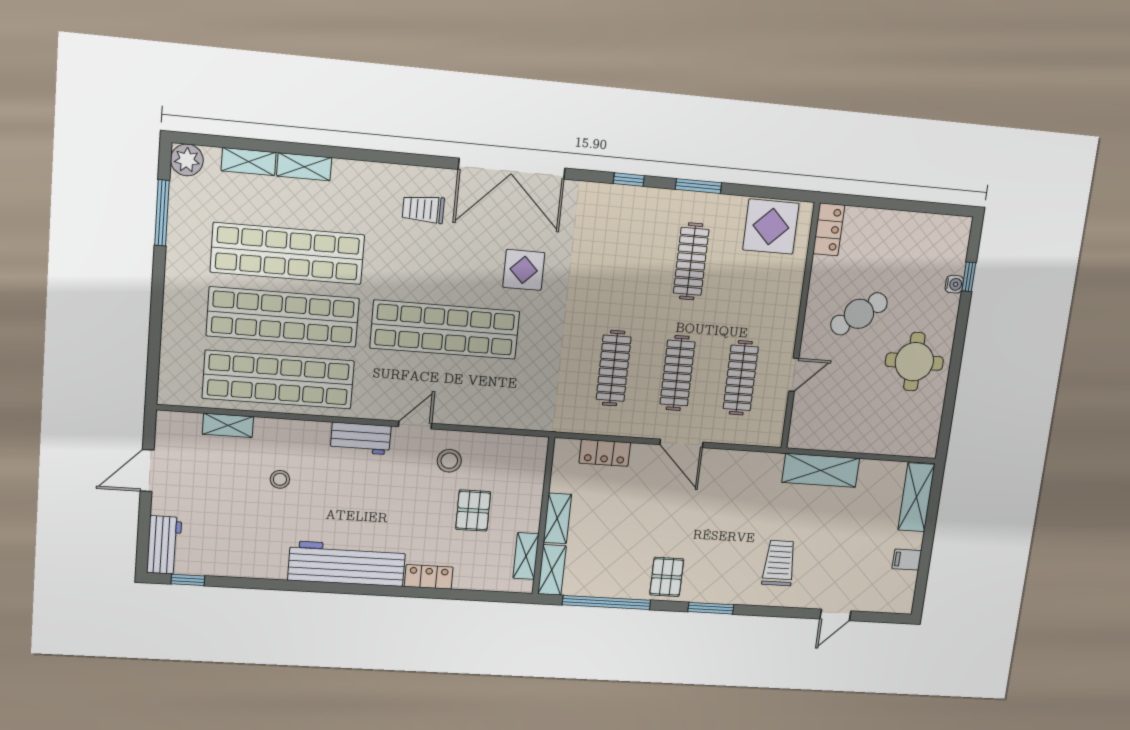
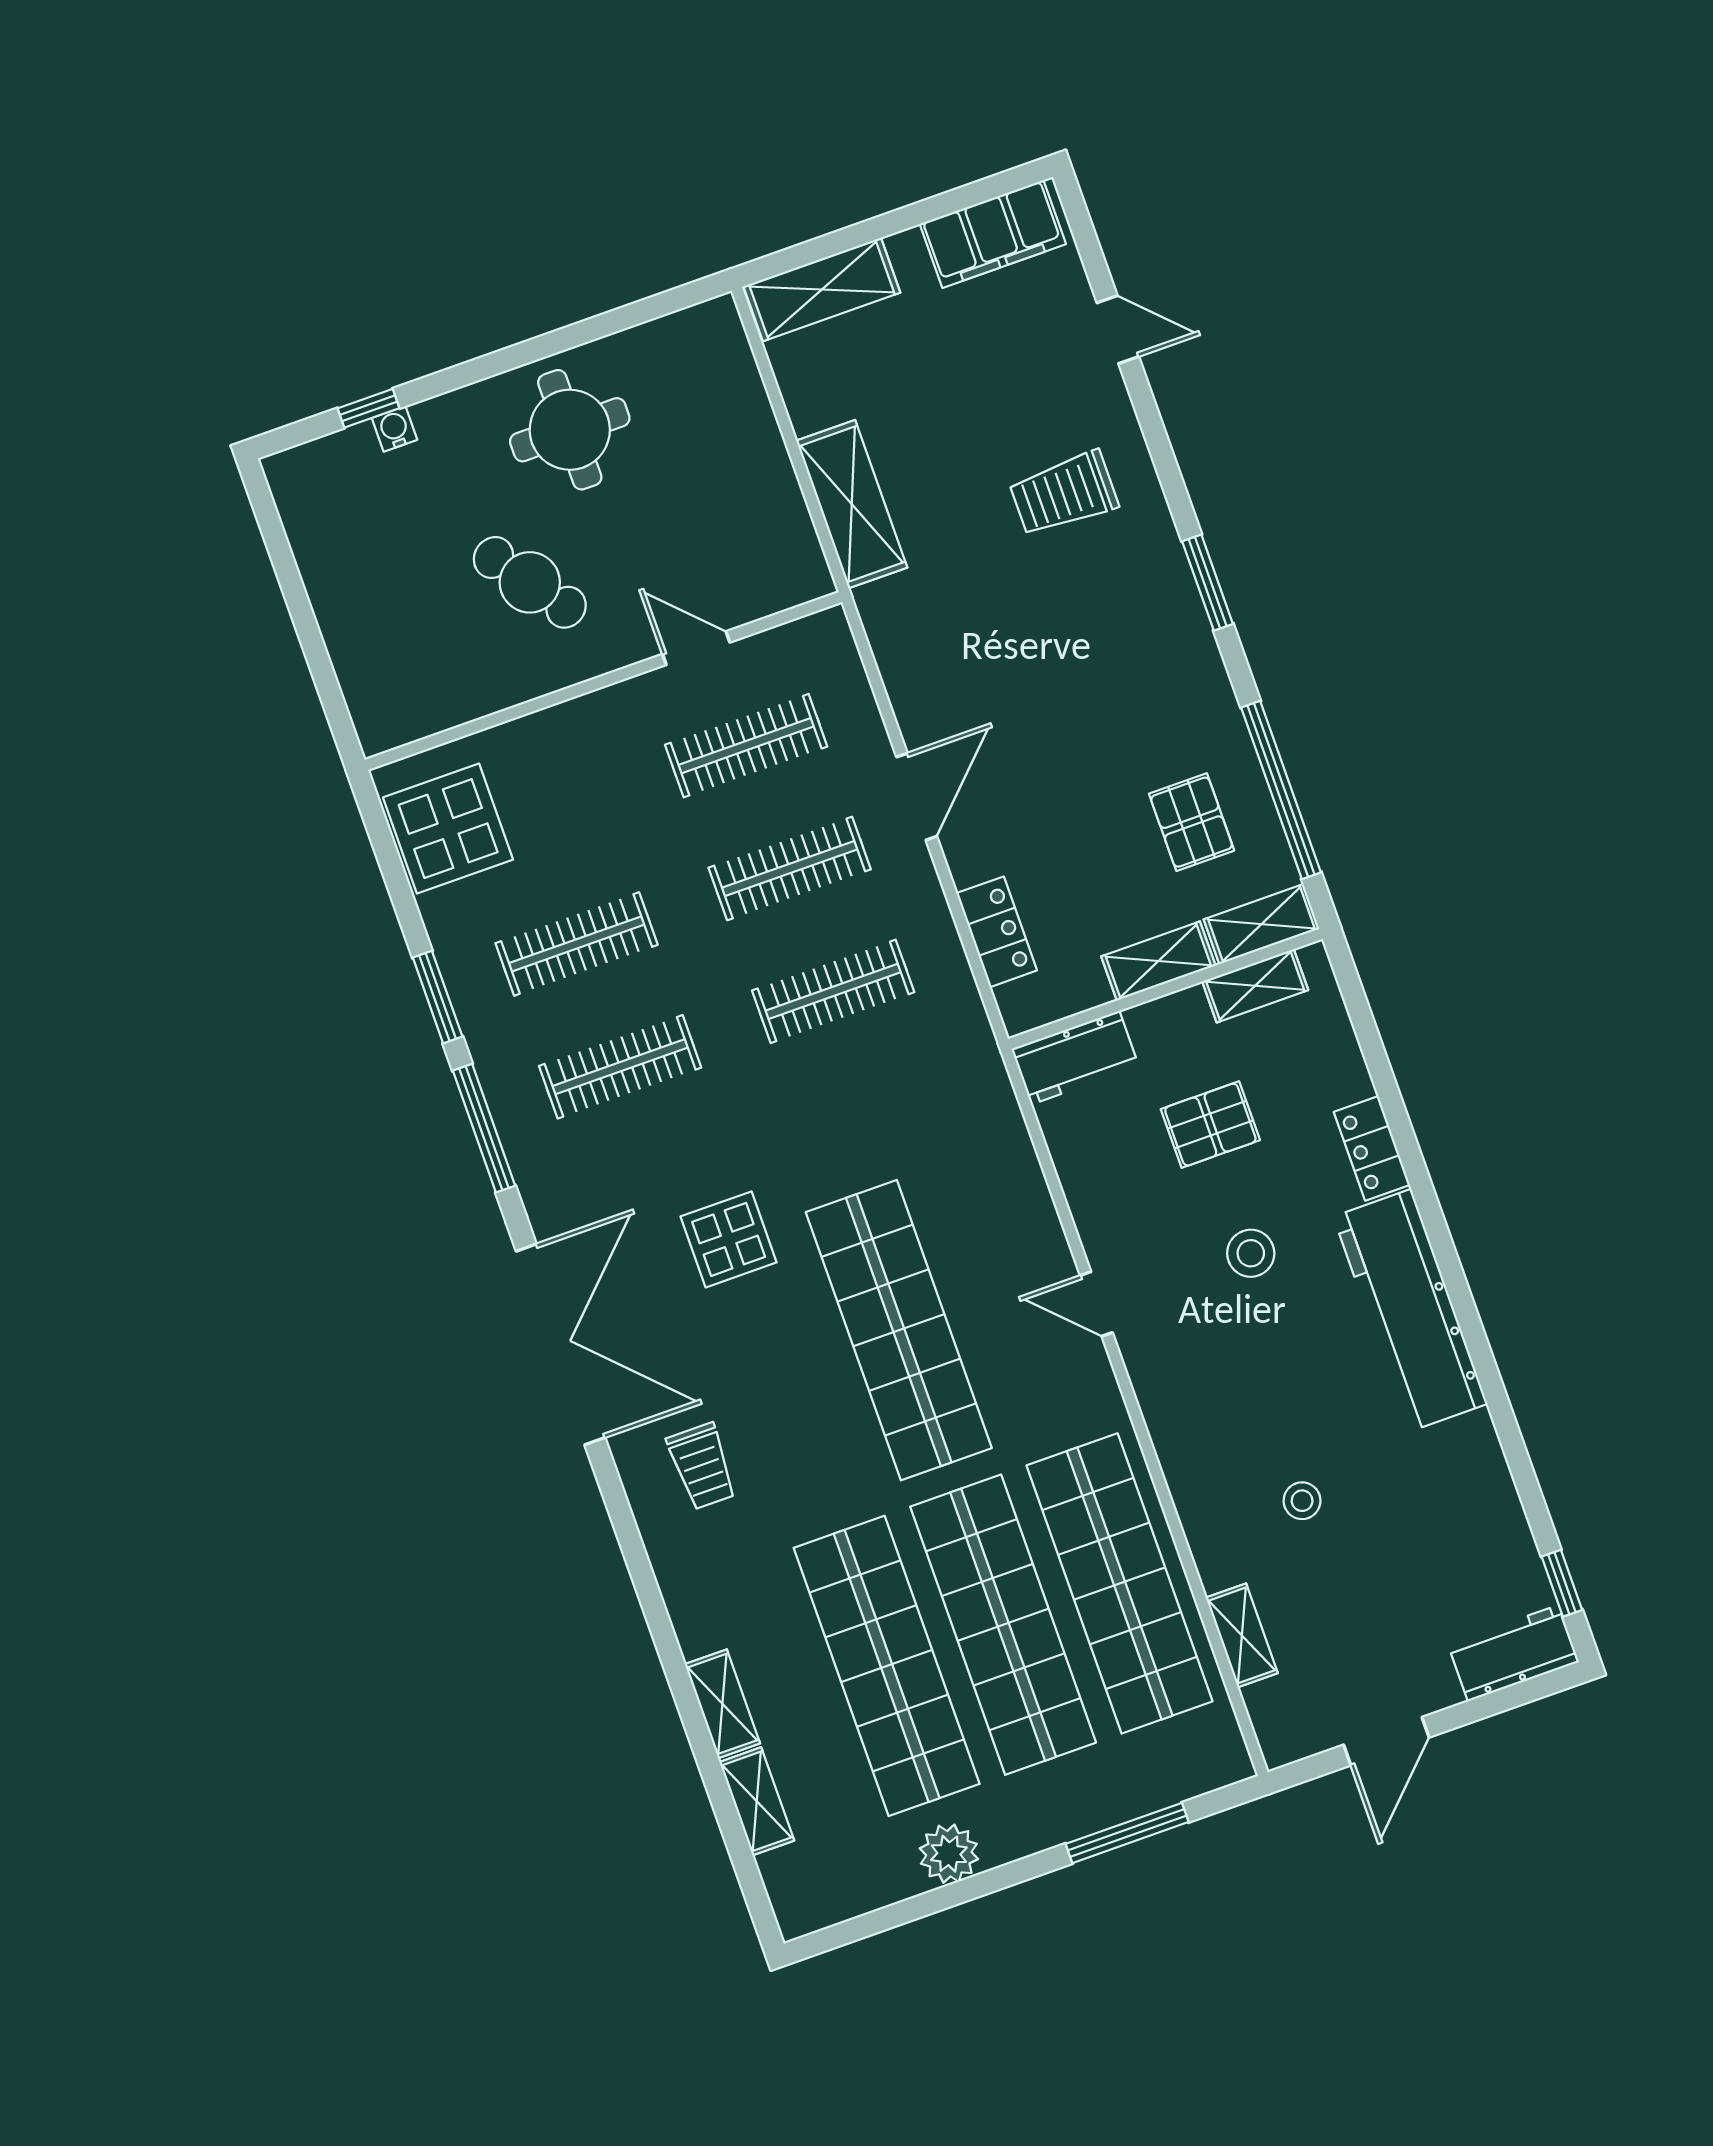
plant: (187, 160) -> (949, 1854), moved
window: (629, 180) -> (484, 1128), width x2.17
window: (162, 213) -> (1127, 1833), moved
locker: (829, 229) -> (404, 719), removed
clothes rail: (626, 256) -> (620, 1067), added
workbench: (361, 438) -> (1075, 1058), moved, turned 90
stool: (449, 461) -> (1251, 1253), moved
door: (147, 471) -> (1386, 1741), hinge flipped
filing cabinet: (907, 560) -> (993, 234), width x3.00, depth x1.17
pallet: (667, 577) -> (1192, 822), moved, turned 90

